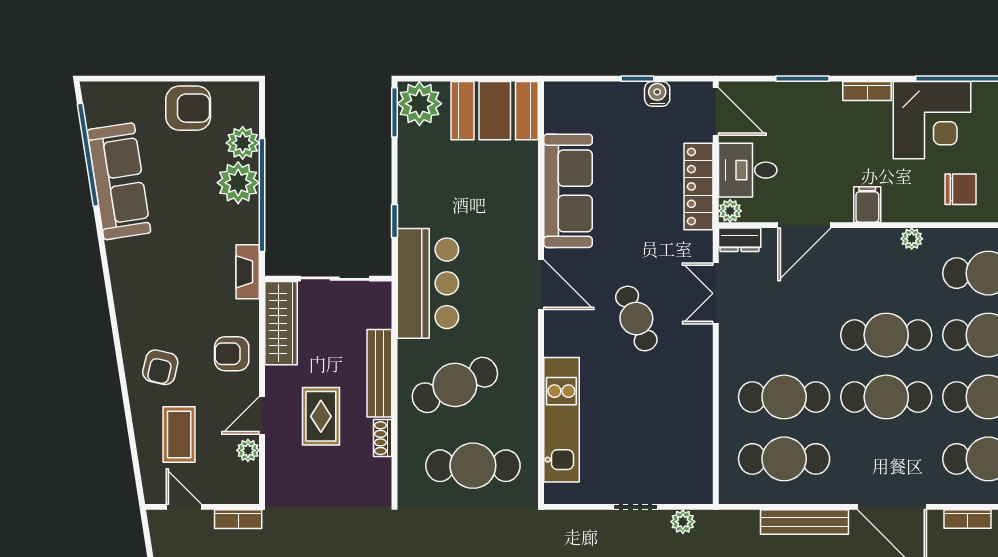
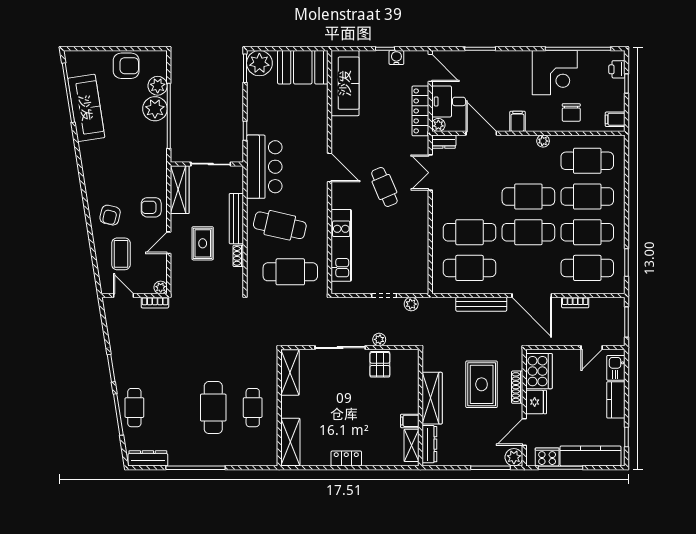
bookcase: (867, 91) -> (517, 56), removed
chair: (961, 189) -> (571, 112), turned 90
sofa: (568, 191) -> (345, 83), moved
door: (804, 225) -> (481, 133), swing flipped
fireplace: (248, 272) -> (160, 160), removed
cafe table: (455, 385) -> (280, 225), turned 37
plant: (248, 450) -> (161, 287), moved

